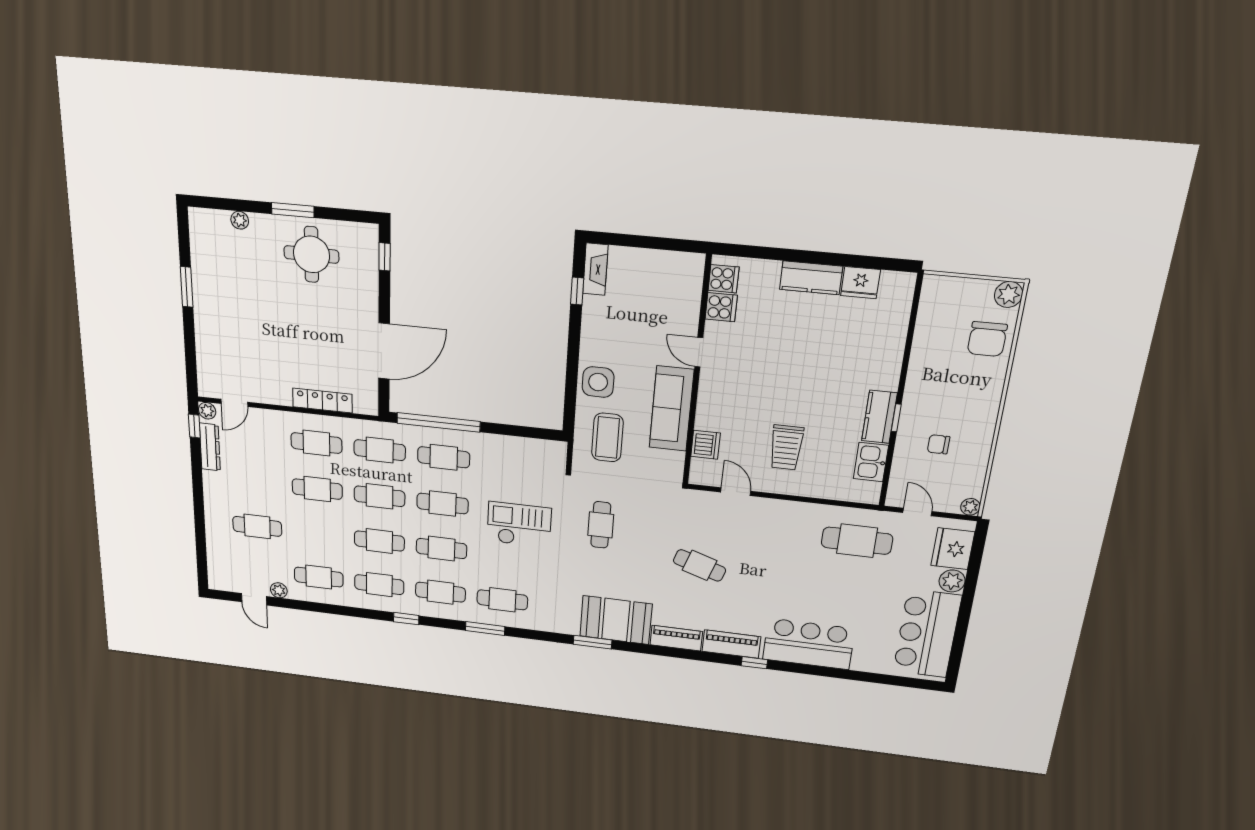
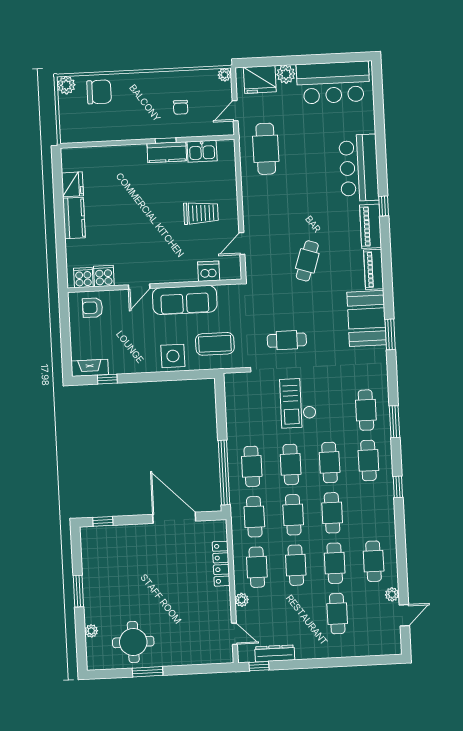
round table: (311, 254) -> (133, 642), moved
armchair: (679, 285) -> (93, 308), added
plant: (207, 411) -> (242, 600), moved
cafe table: (379, 585) -> (335, 563), moved

